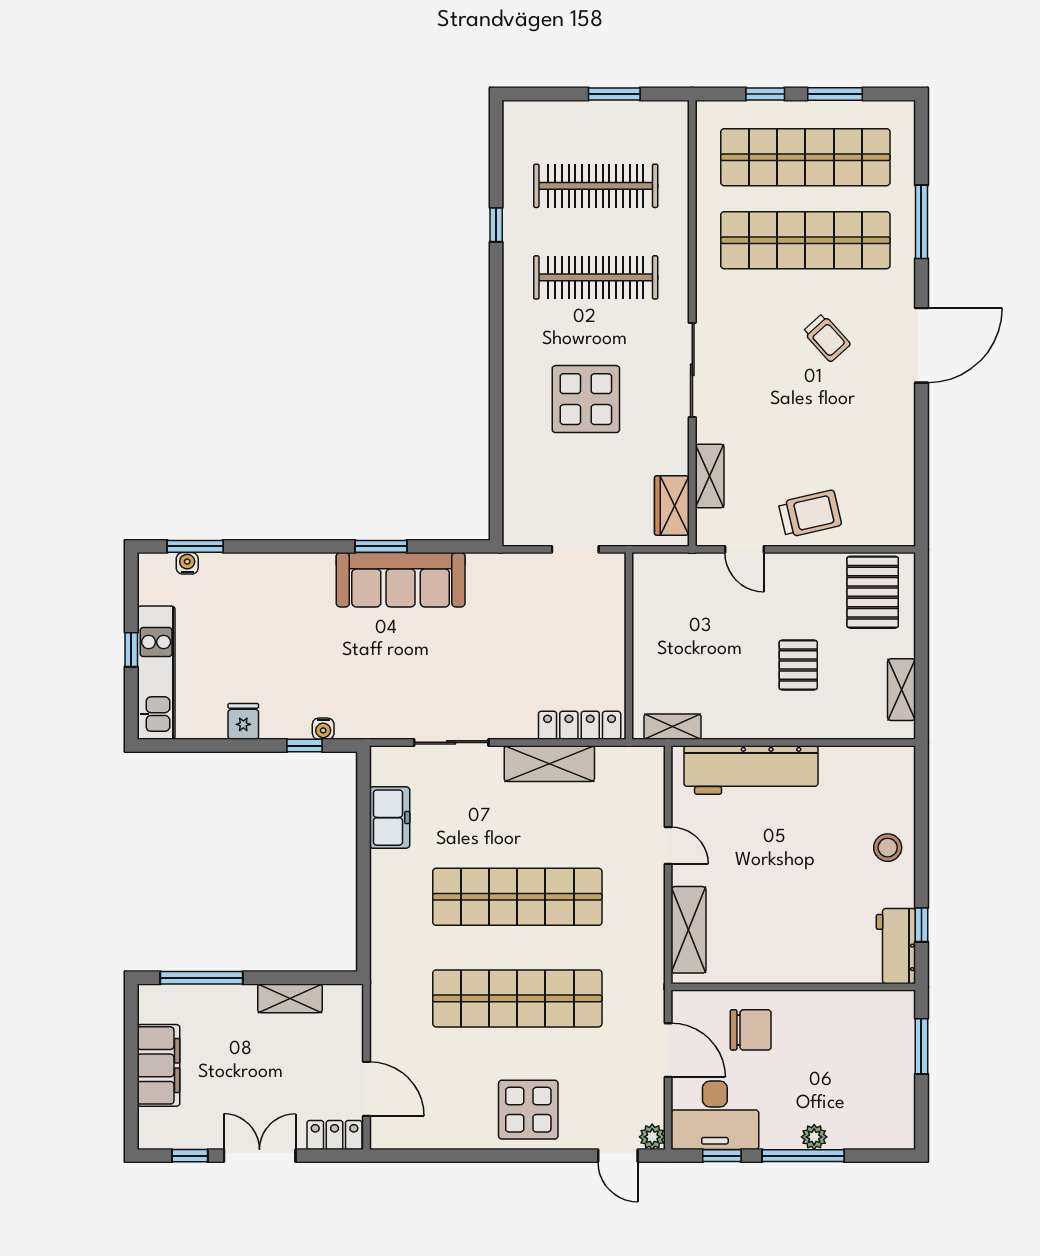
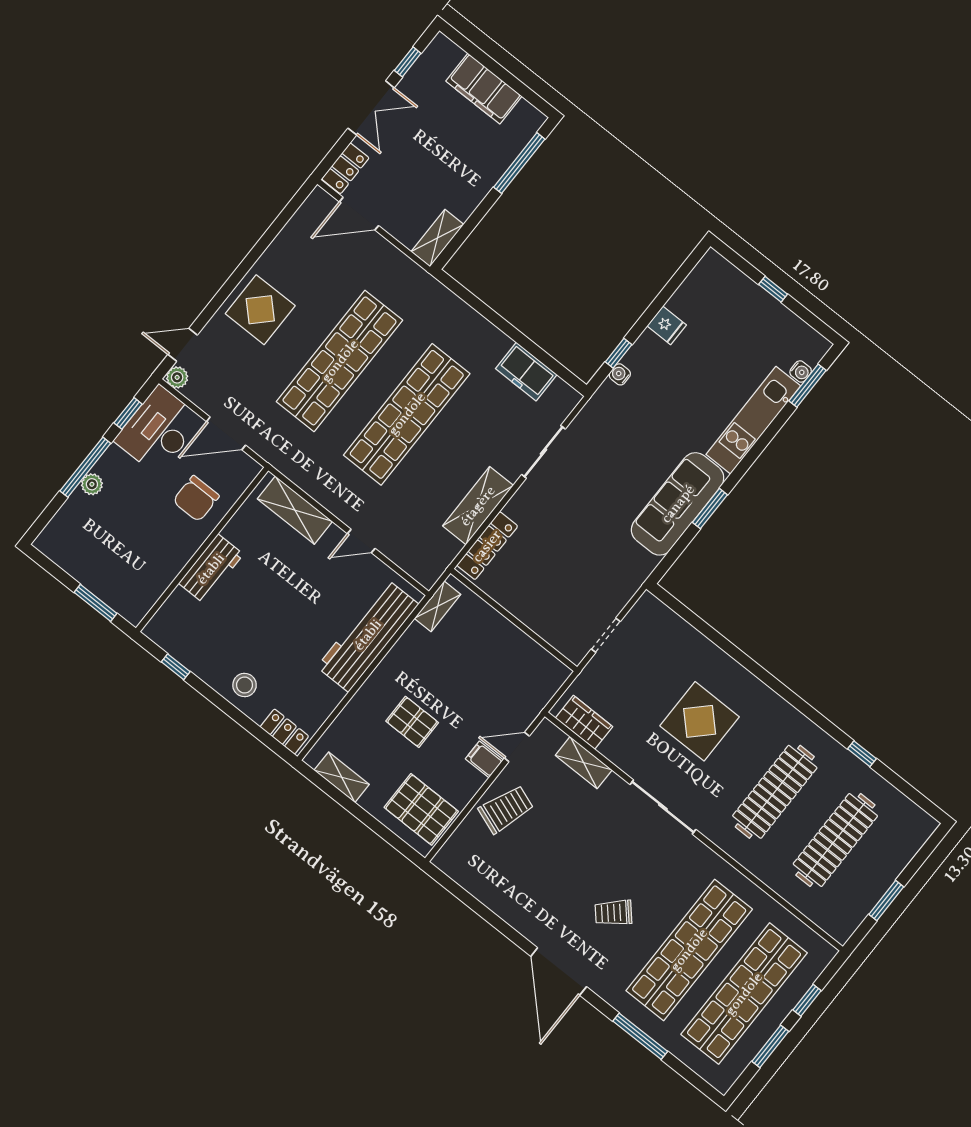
trolley: (810, 514) -> (506, 809), turned -147
filing cabinet: (780, 571) -> (484, 759), added
kitchen unit: (156, 673) -> (753, 420), moved, turned 90
locker: (901, 776) -> (284, 732), added
workbench: (896, 946) -> (211, 569), moved, turned 90
shelving: (290, 998) -> (437, 238), moved

